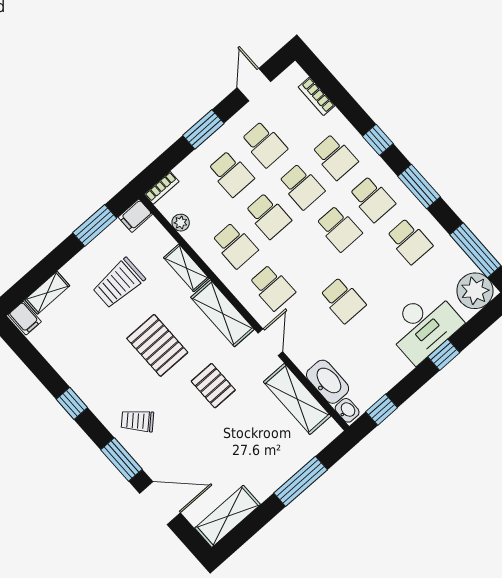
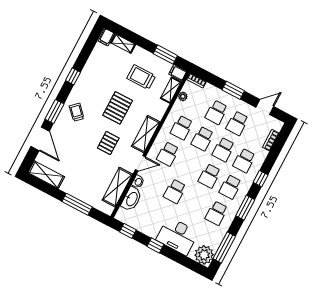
shelving: (186, 268) -> (171, 90), moved
window: (444, 355) -> (155, 245), moved
washbasin: (347, 410) -> (138, 182), moved

